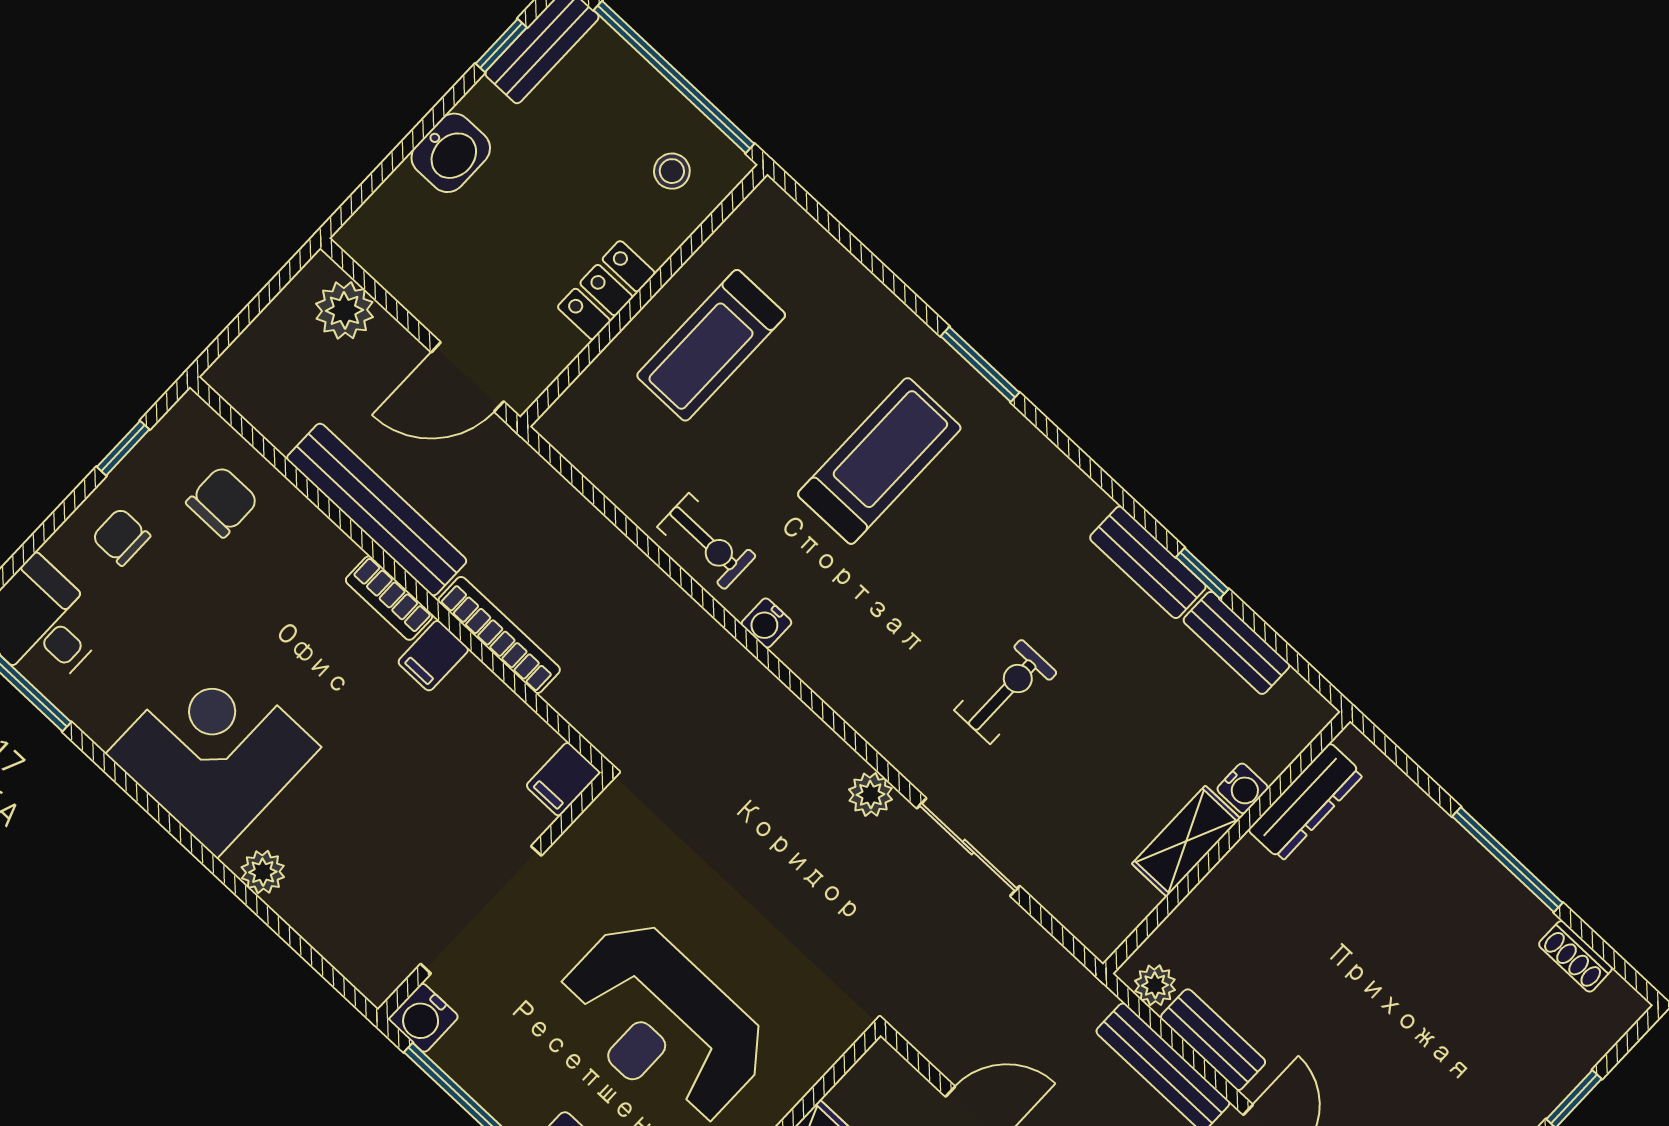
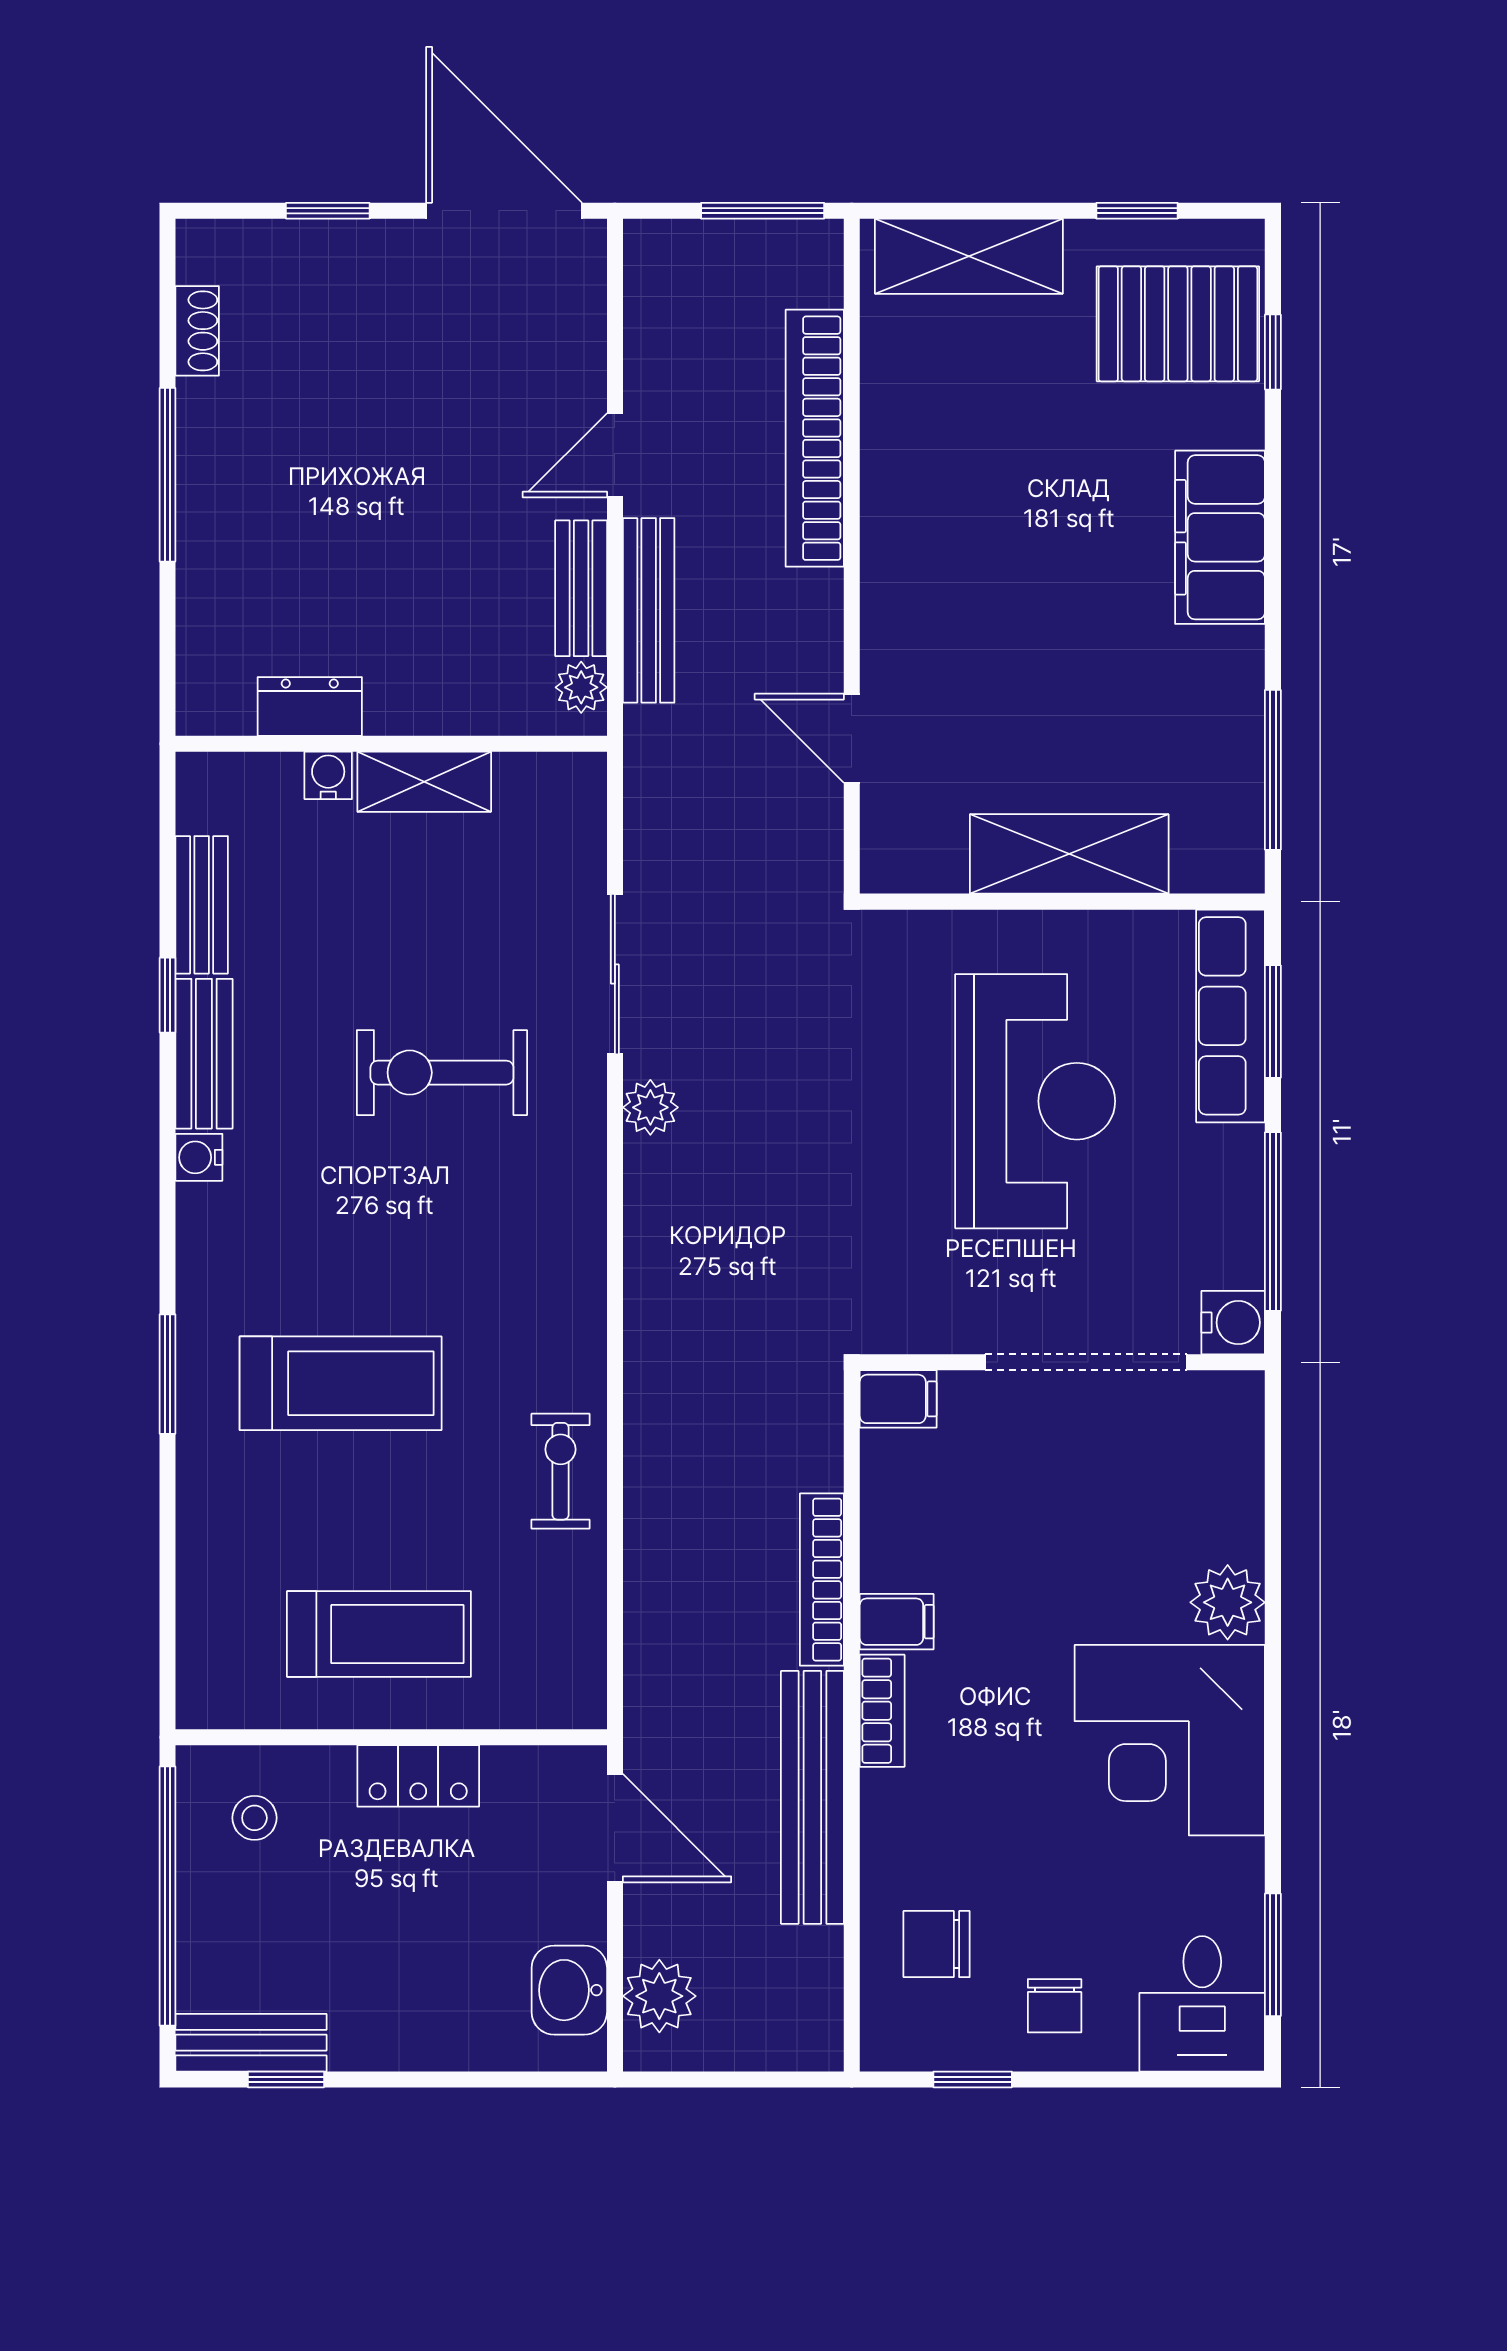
washbasin: (451, 153) -> (569, 1990), moved, turned -90
treadmill: (879, 461) -> (341, 1383), turned 180
water cooler: (766, 623) -> (199, 1157), moved, turned 180
exercise bike: (1006, 691) -> (442, 1073), width x1.38, depth x1.39
dresser: (1306, 802) -> (310, 706), width x0.70
plant: (263, 872) -> (1228, 1602), width x1.38, depth x1.38

